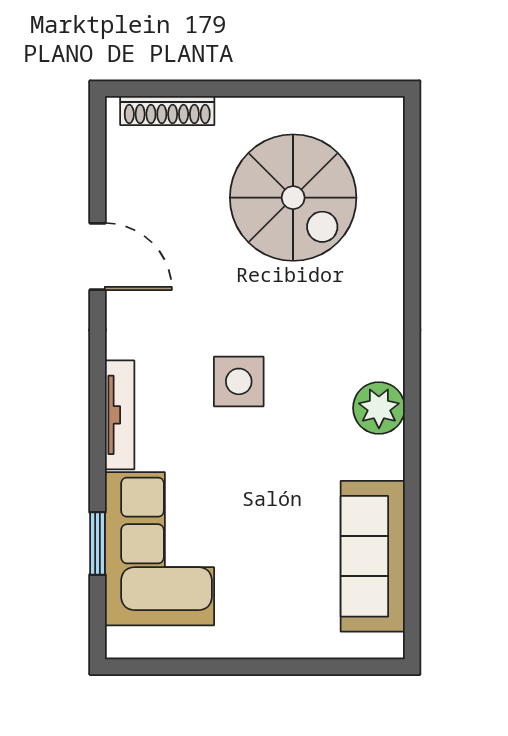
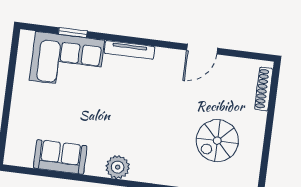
spiral stairs: (293, 198) -> (217, 141), width x0.73, depth x0.73
side table: (239, 381) -> (138, 106), removed
sofa: (373, 556) -> (60, 157), width x0.73

